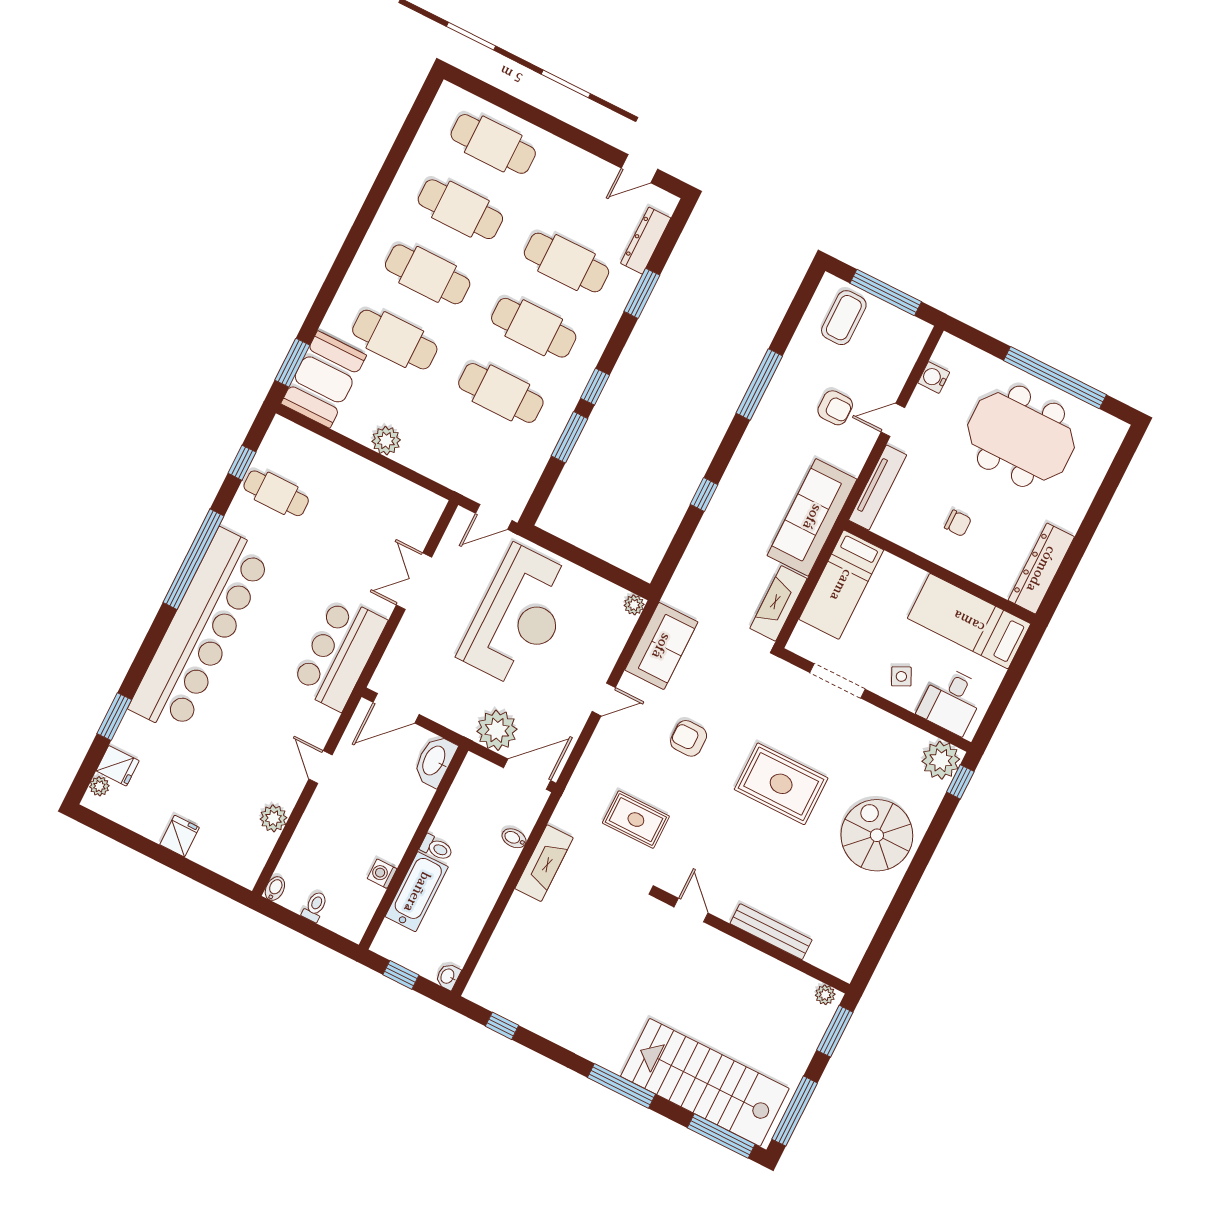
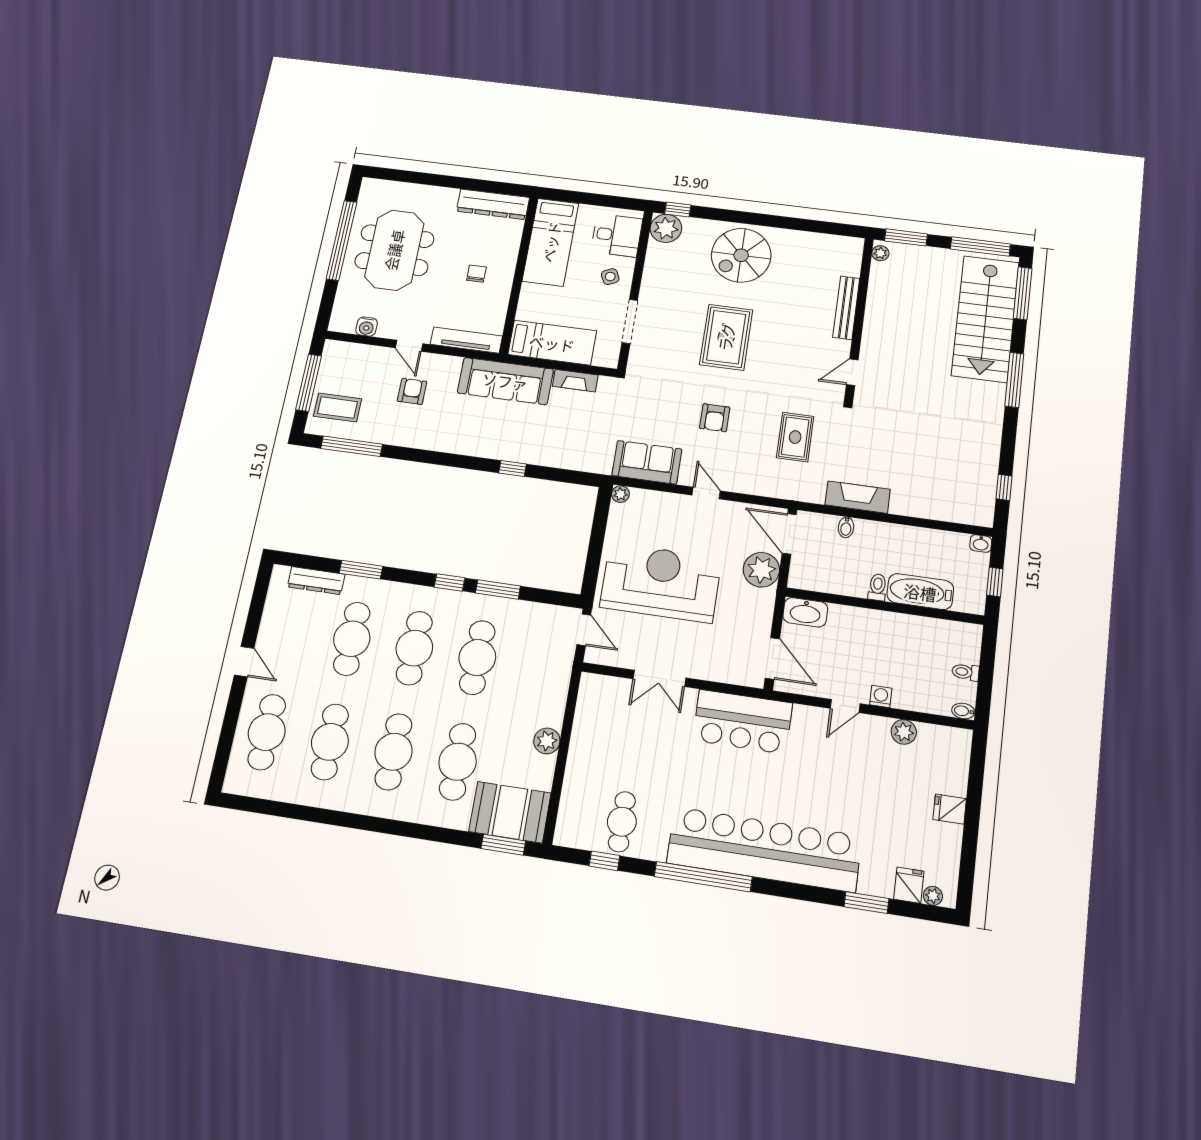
door: (639, 169) -> (244, 662), moved
window: (759, 385) -> (352, 446), moved
fireplace: (778, 603) -> (575, 381), width x0.73, depth x0.76
washing machine: (382, 874) -> (881, 696), moved, turned 180

